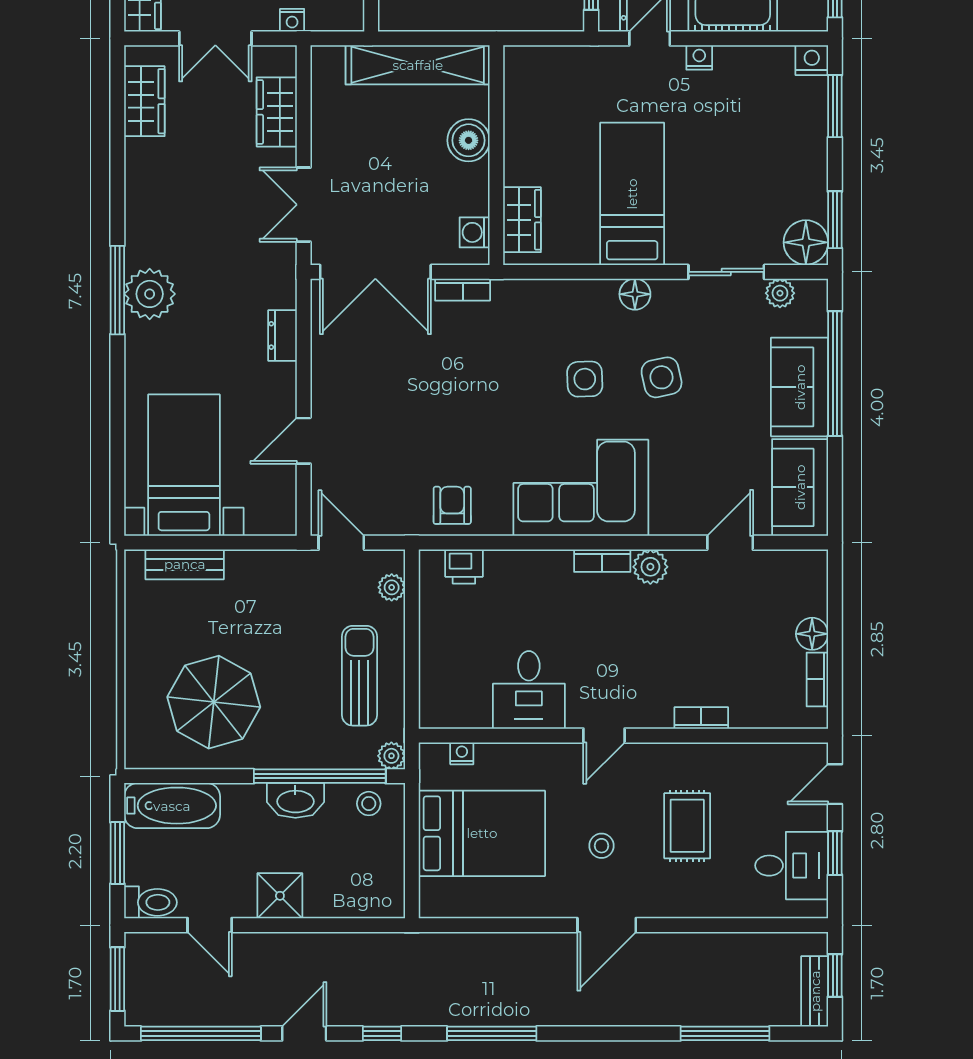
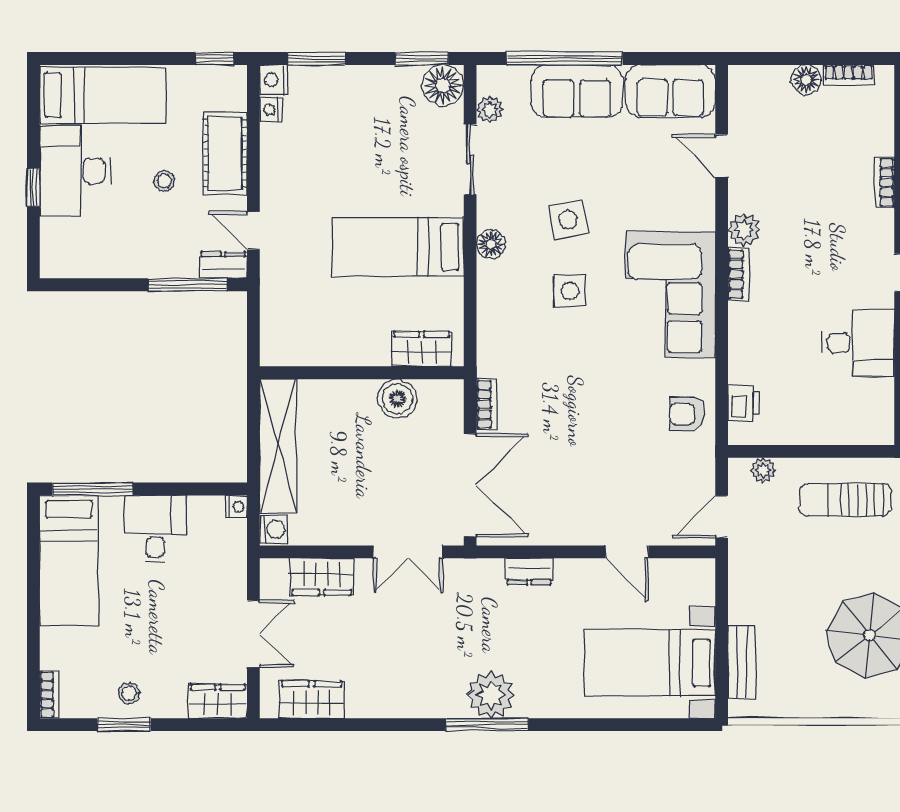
nightstand: (292, 20) -> (236, 507), moved
nightstand: (699, 57) -> (271, 110), moved
boiler: (469, 140) -> (397, 399), moved
washing machine: (475, 232) -> (274, 529), moved, turned -90

